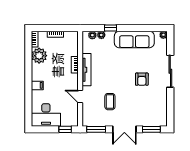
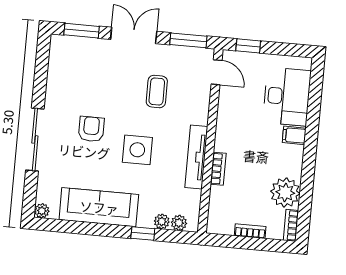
side table: (117, 71) -> (137, 150), added
door: (80, 96) -> (217, 72), moved
desk: (46, 115) -> (287, 97), moved, turned 90

